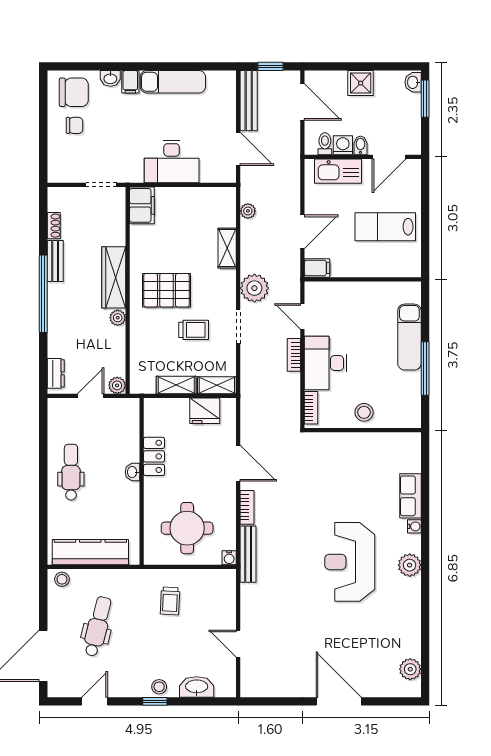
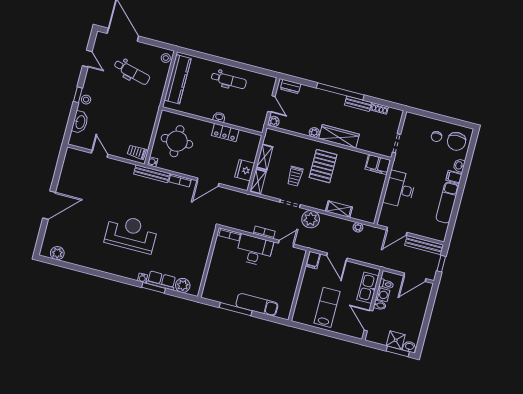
shower: (361, 83) -> (396, 340), moved
stool: (364, 412) -> (219, 266), removed
window: (425, 505) -> (154, 288), added
plant: (410, 565) -> (183, 285), moved
trolley: (170, 601) -> (137, 152), moved
door: (238, 644) -> (100, 154), hinge flipped

